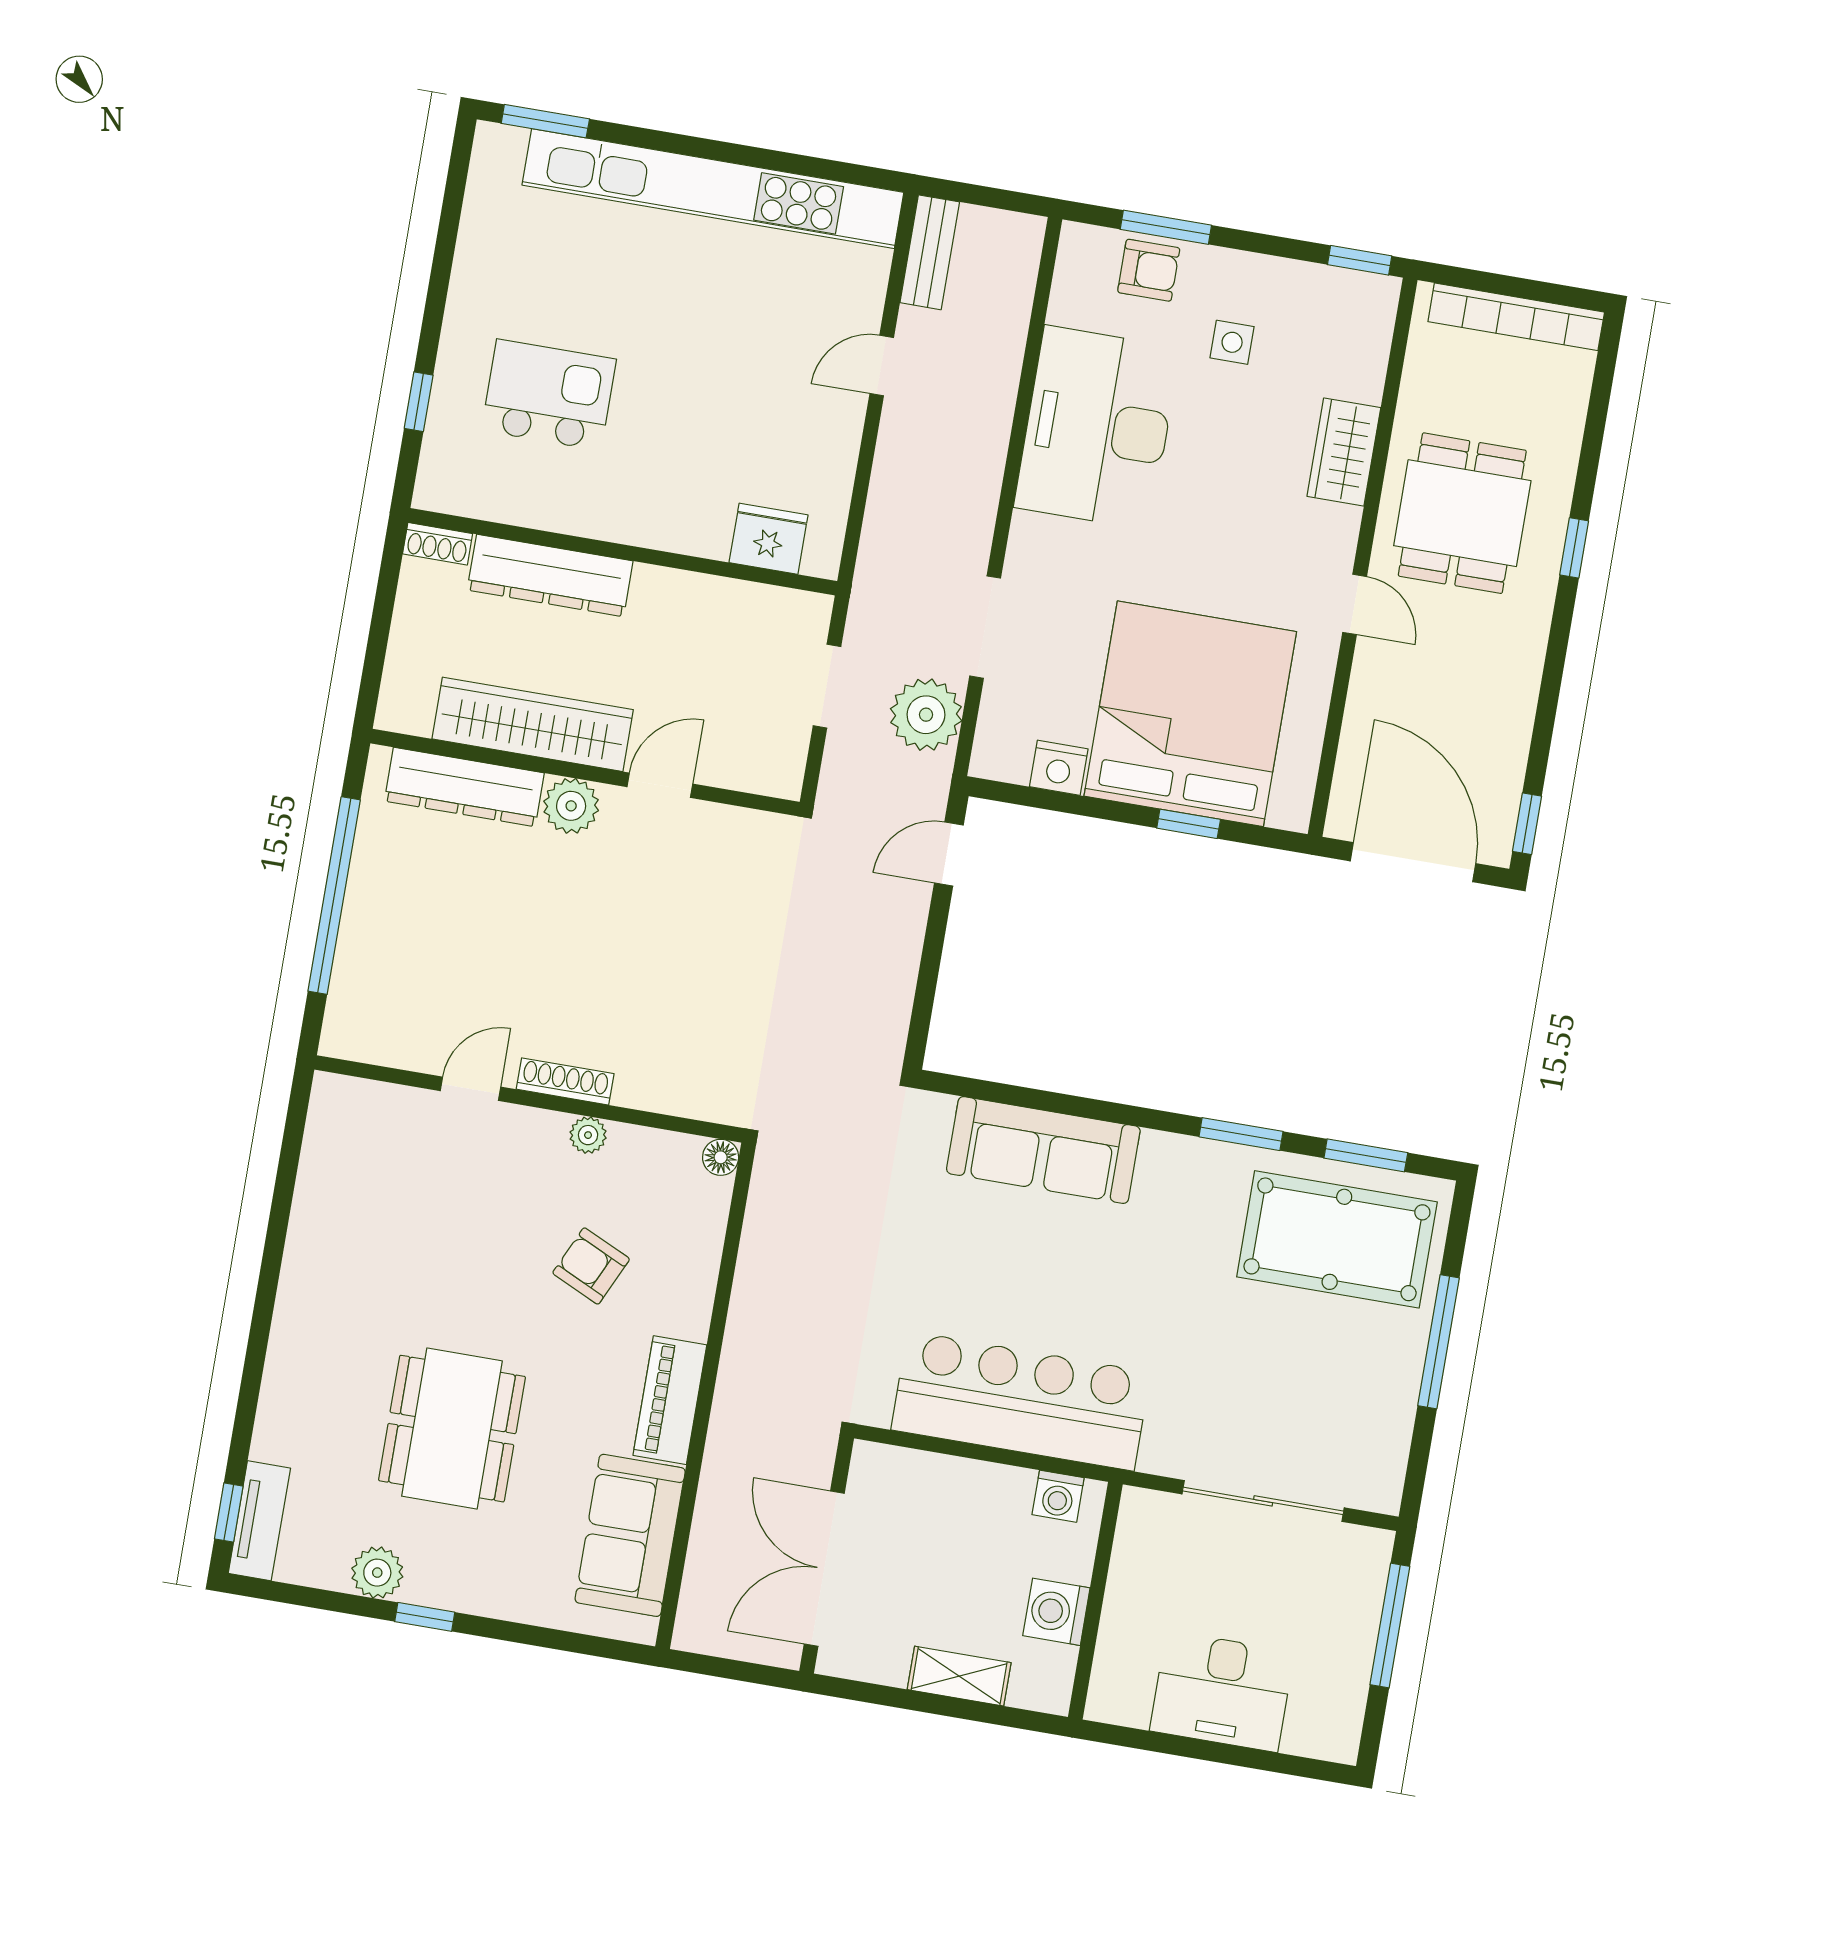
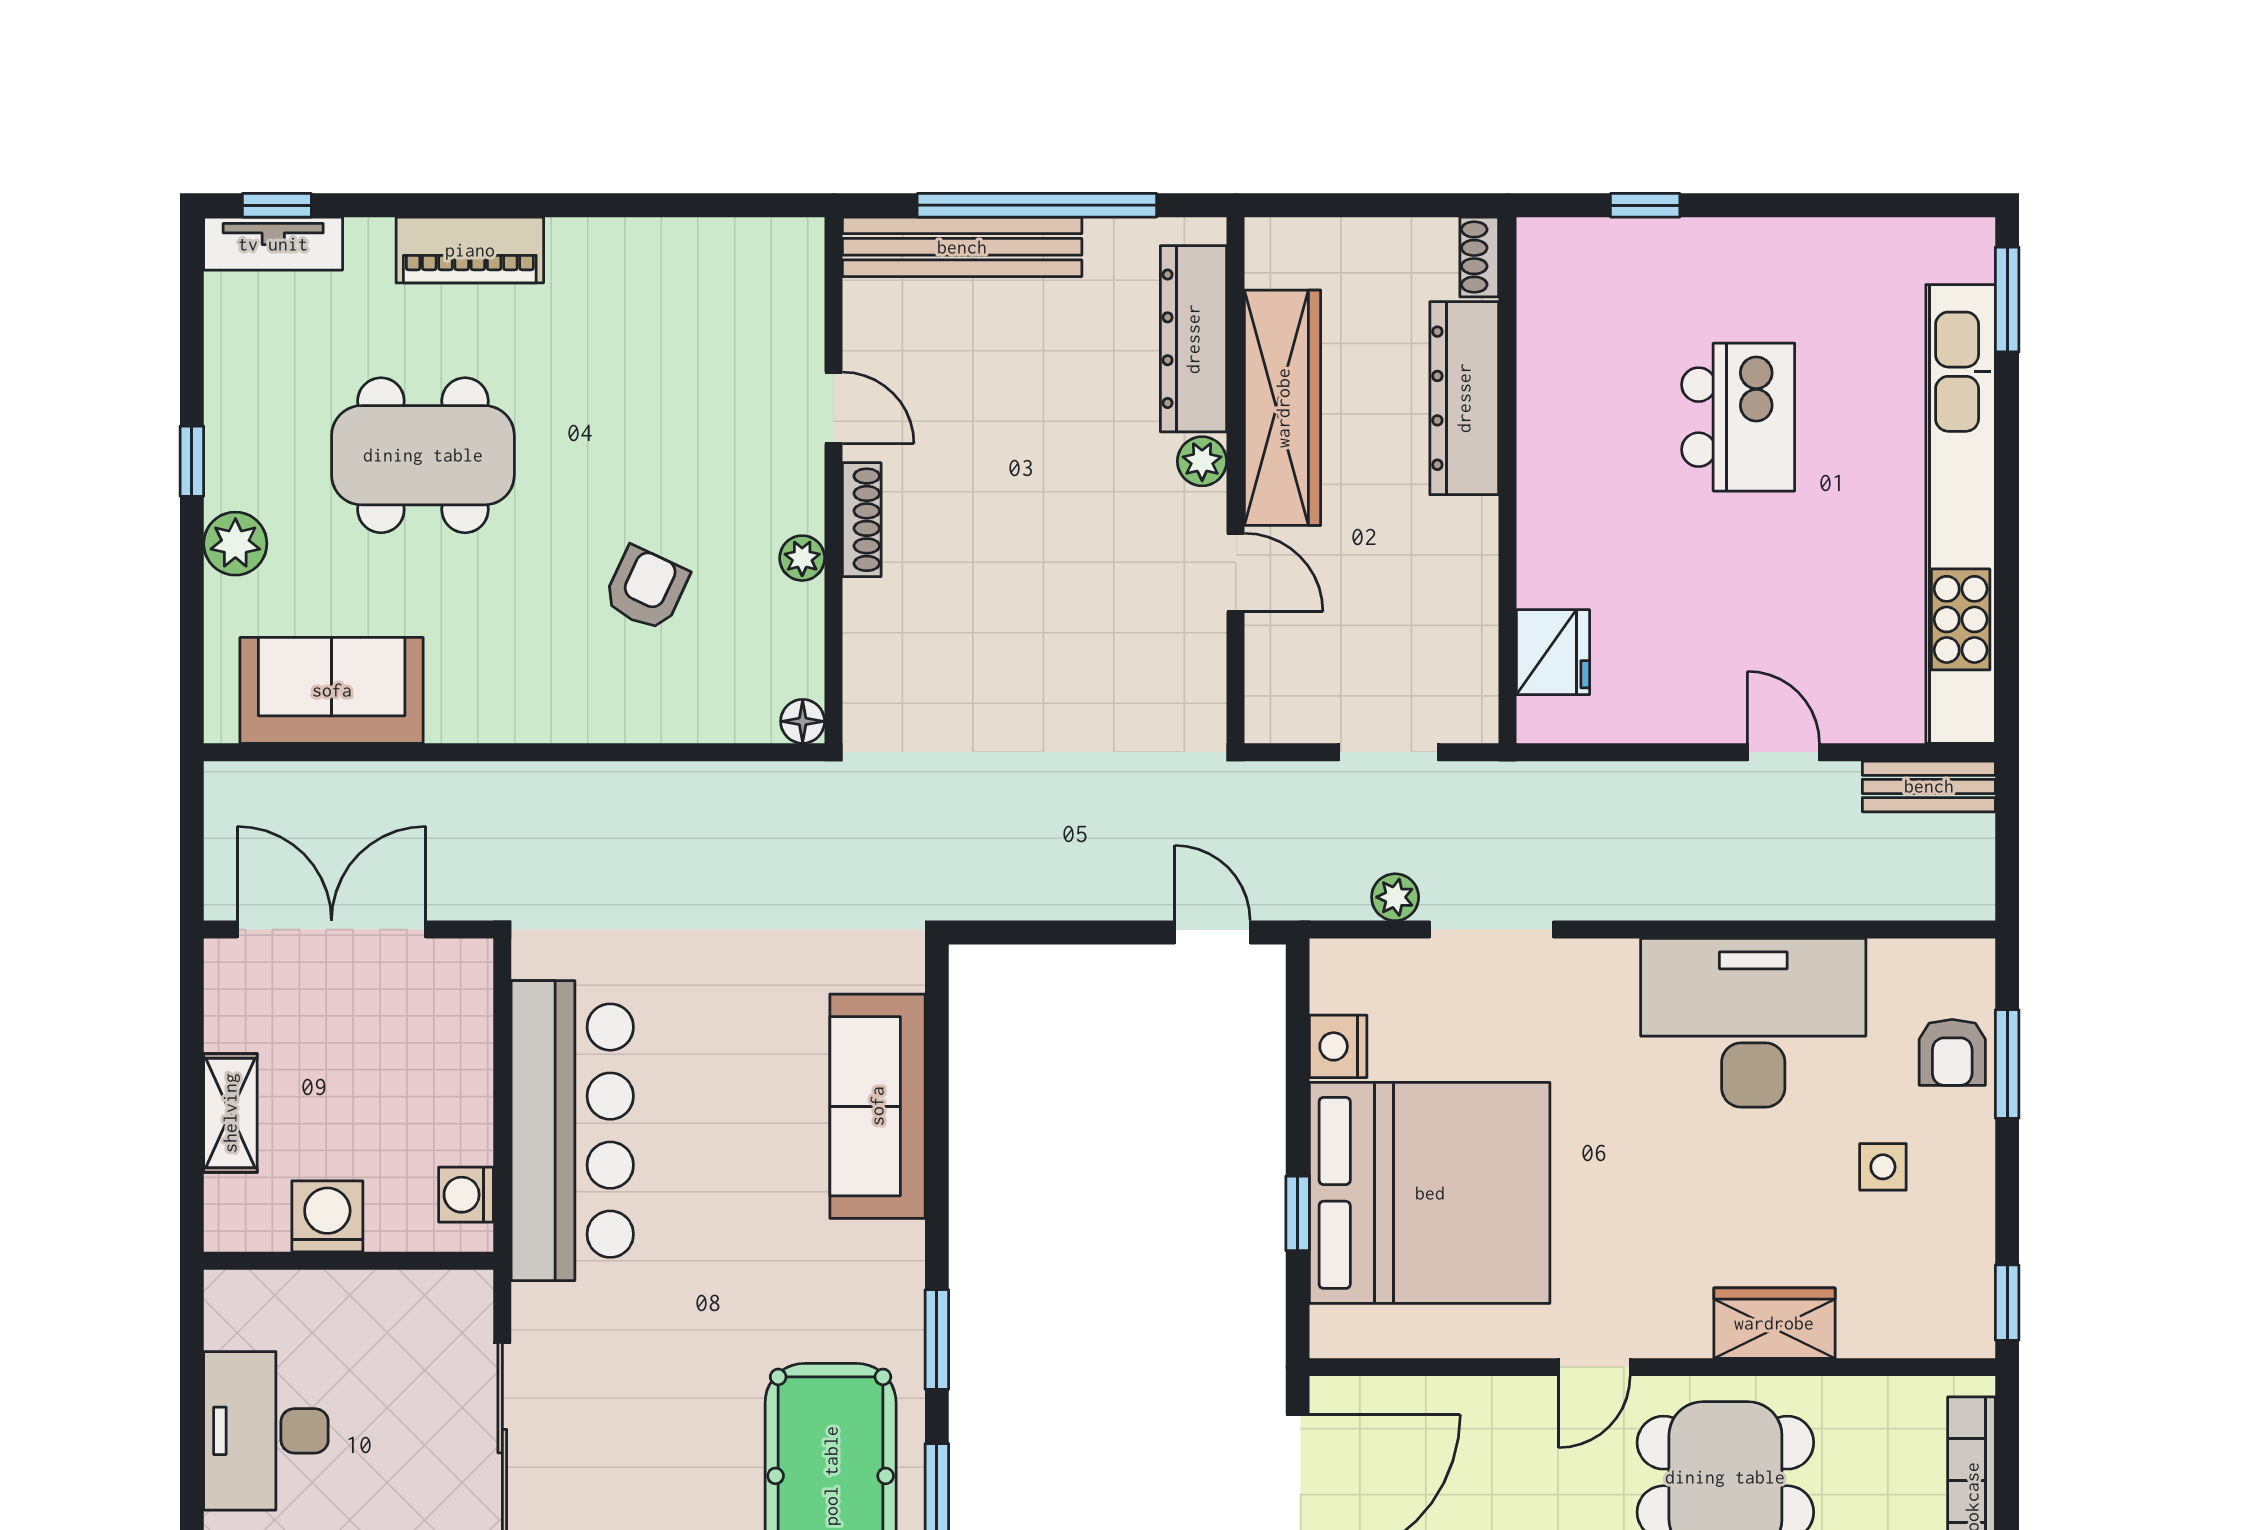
kitchen island: (549, 395) -> (1738, 417), moved
plant: (926, 715) -> (1395, 897), width x0.53, depth x0.53
plant: (571, 806) -> (1202, 461), width x0.73, depth x0.73
bench: (358, 962) -> (962, 247), added
piano: (670, 1400) -> (470, 250), moved, turned 180
plant: (377, 1573) -> (235, 544), moved

